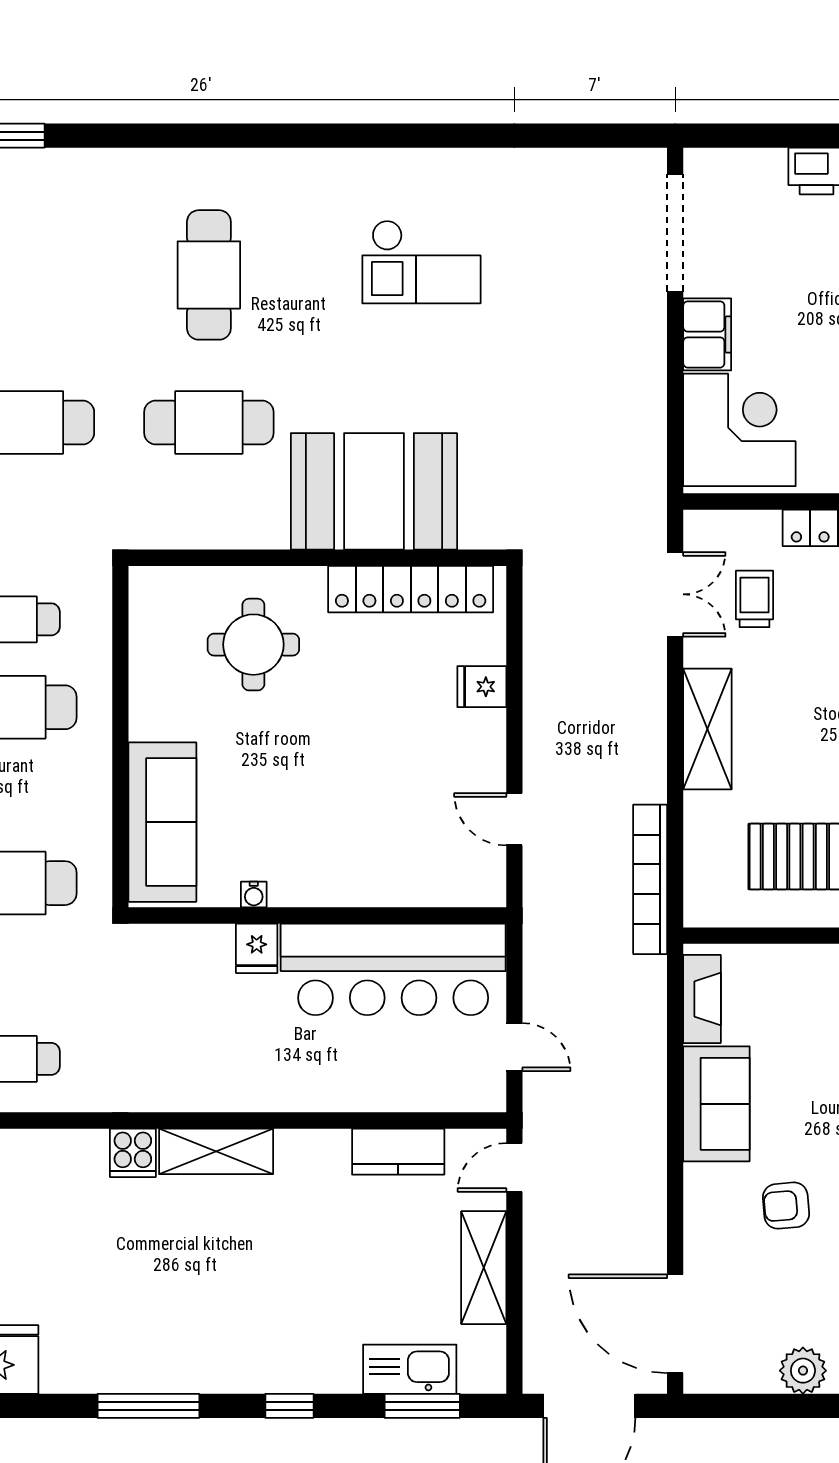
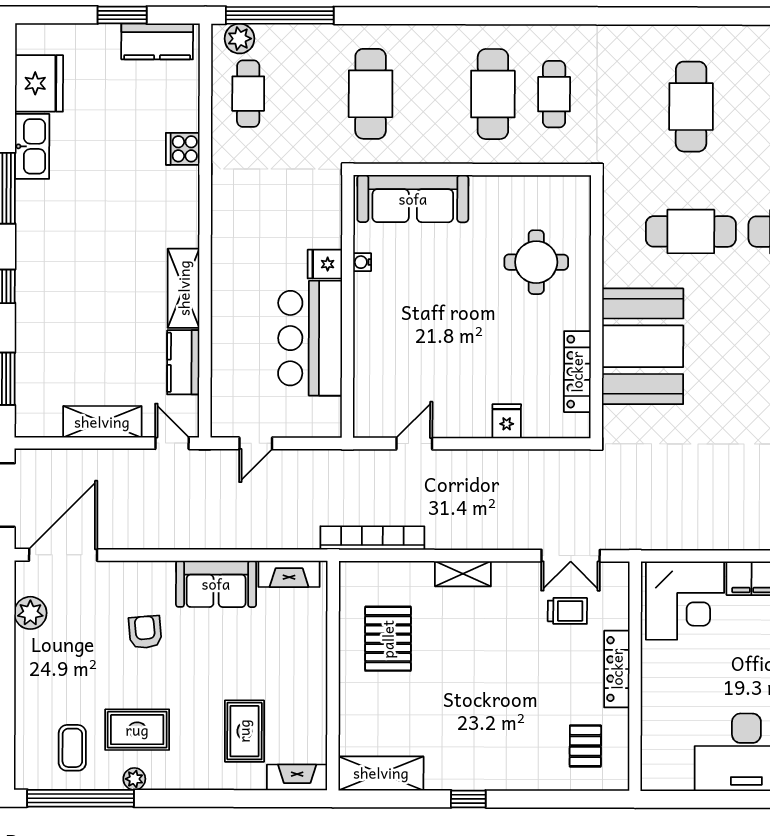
cafe table: (209, 422) -> (691, 231), turned 90
locker: (411, 589) -> (577, 372), width x0.71, depth x0.83
shelving: (707, 729) -> (463, 574), width x0.67, depth x0.75
bar counter: (393, 969) -> (310, 338), width x0.73
shelving: (216, 1151) -> (184, 288), moved
cooker: (133, 1153) -> (183, 149), moved
kitchen sink: (410, 1369) -> (32, 146), moved
plant: (803, 1371) -> (30, 613), moved

